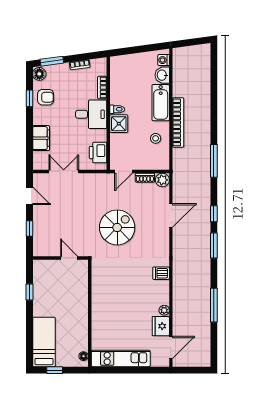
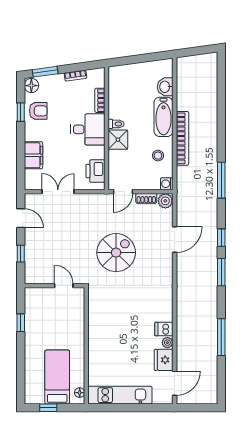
washing machine: (164, 60) -> (167, 184), moved
dishwasher: (161, 273) -> (164, 329), moved
bed: (44, 342) -> (57, 377), moved

